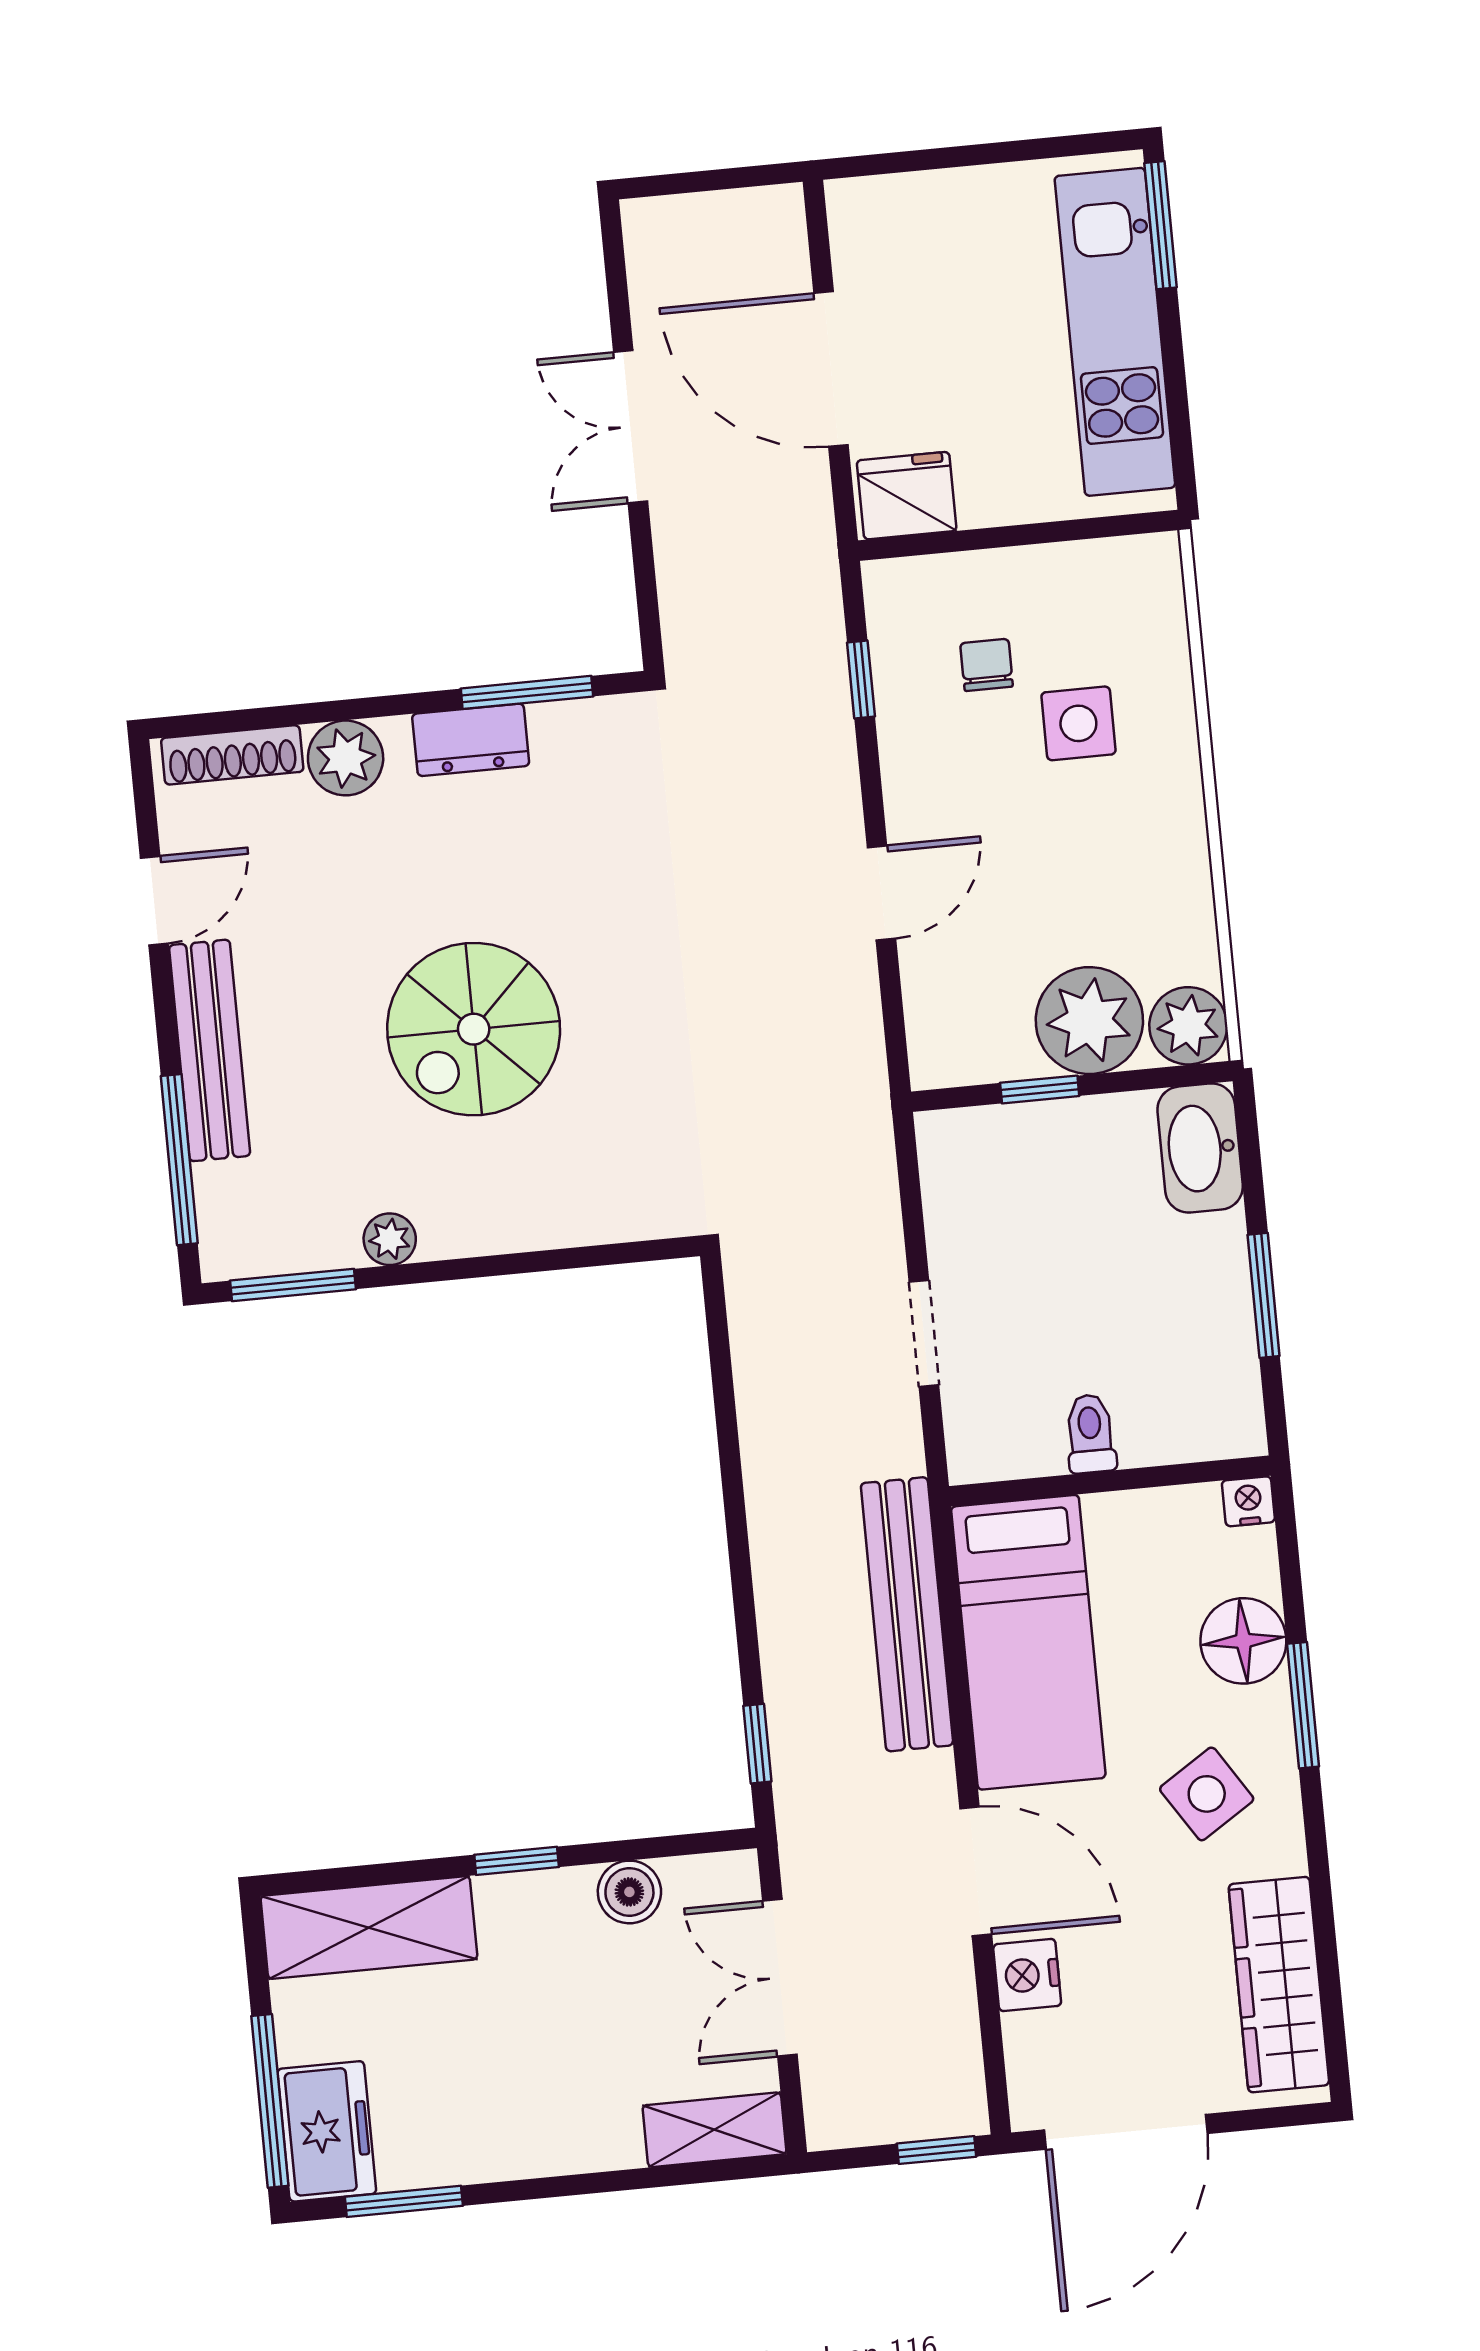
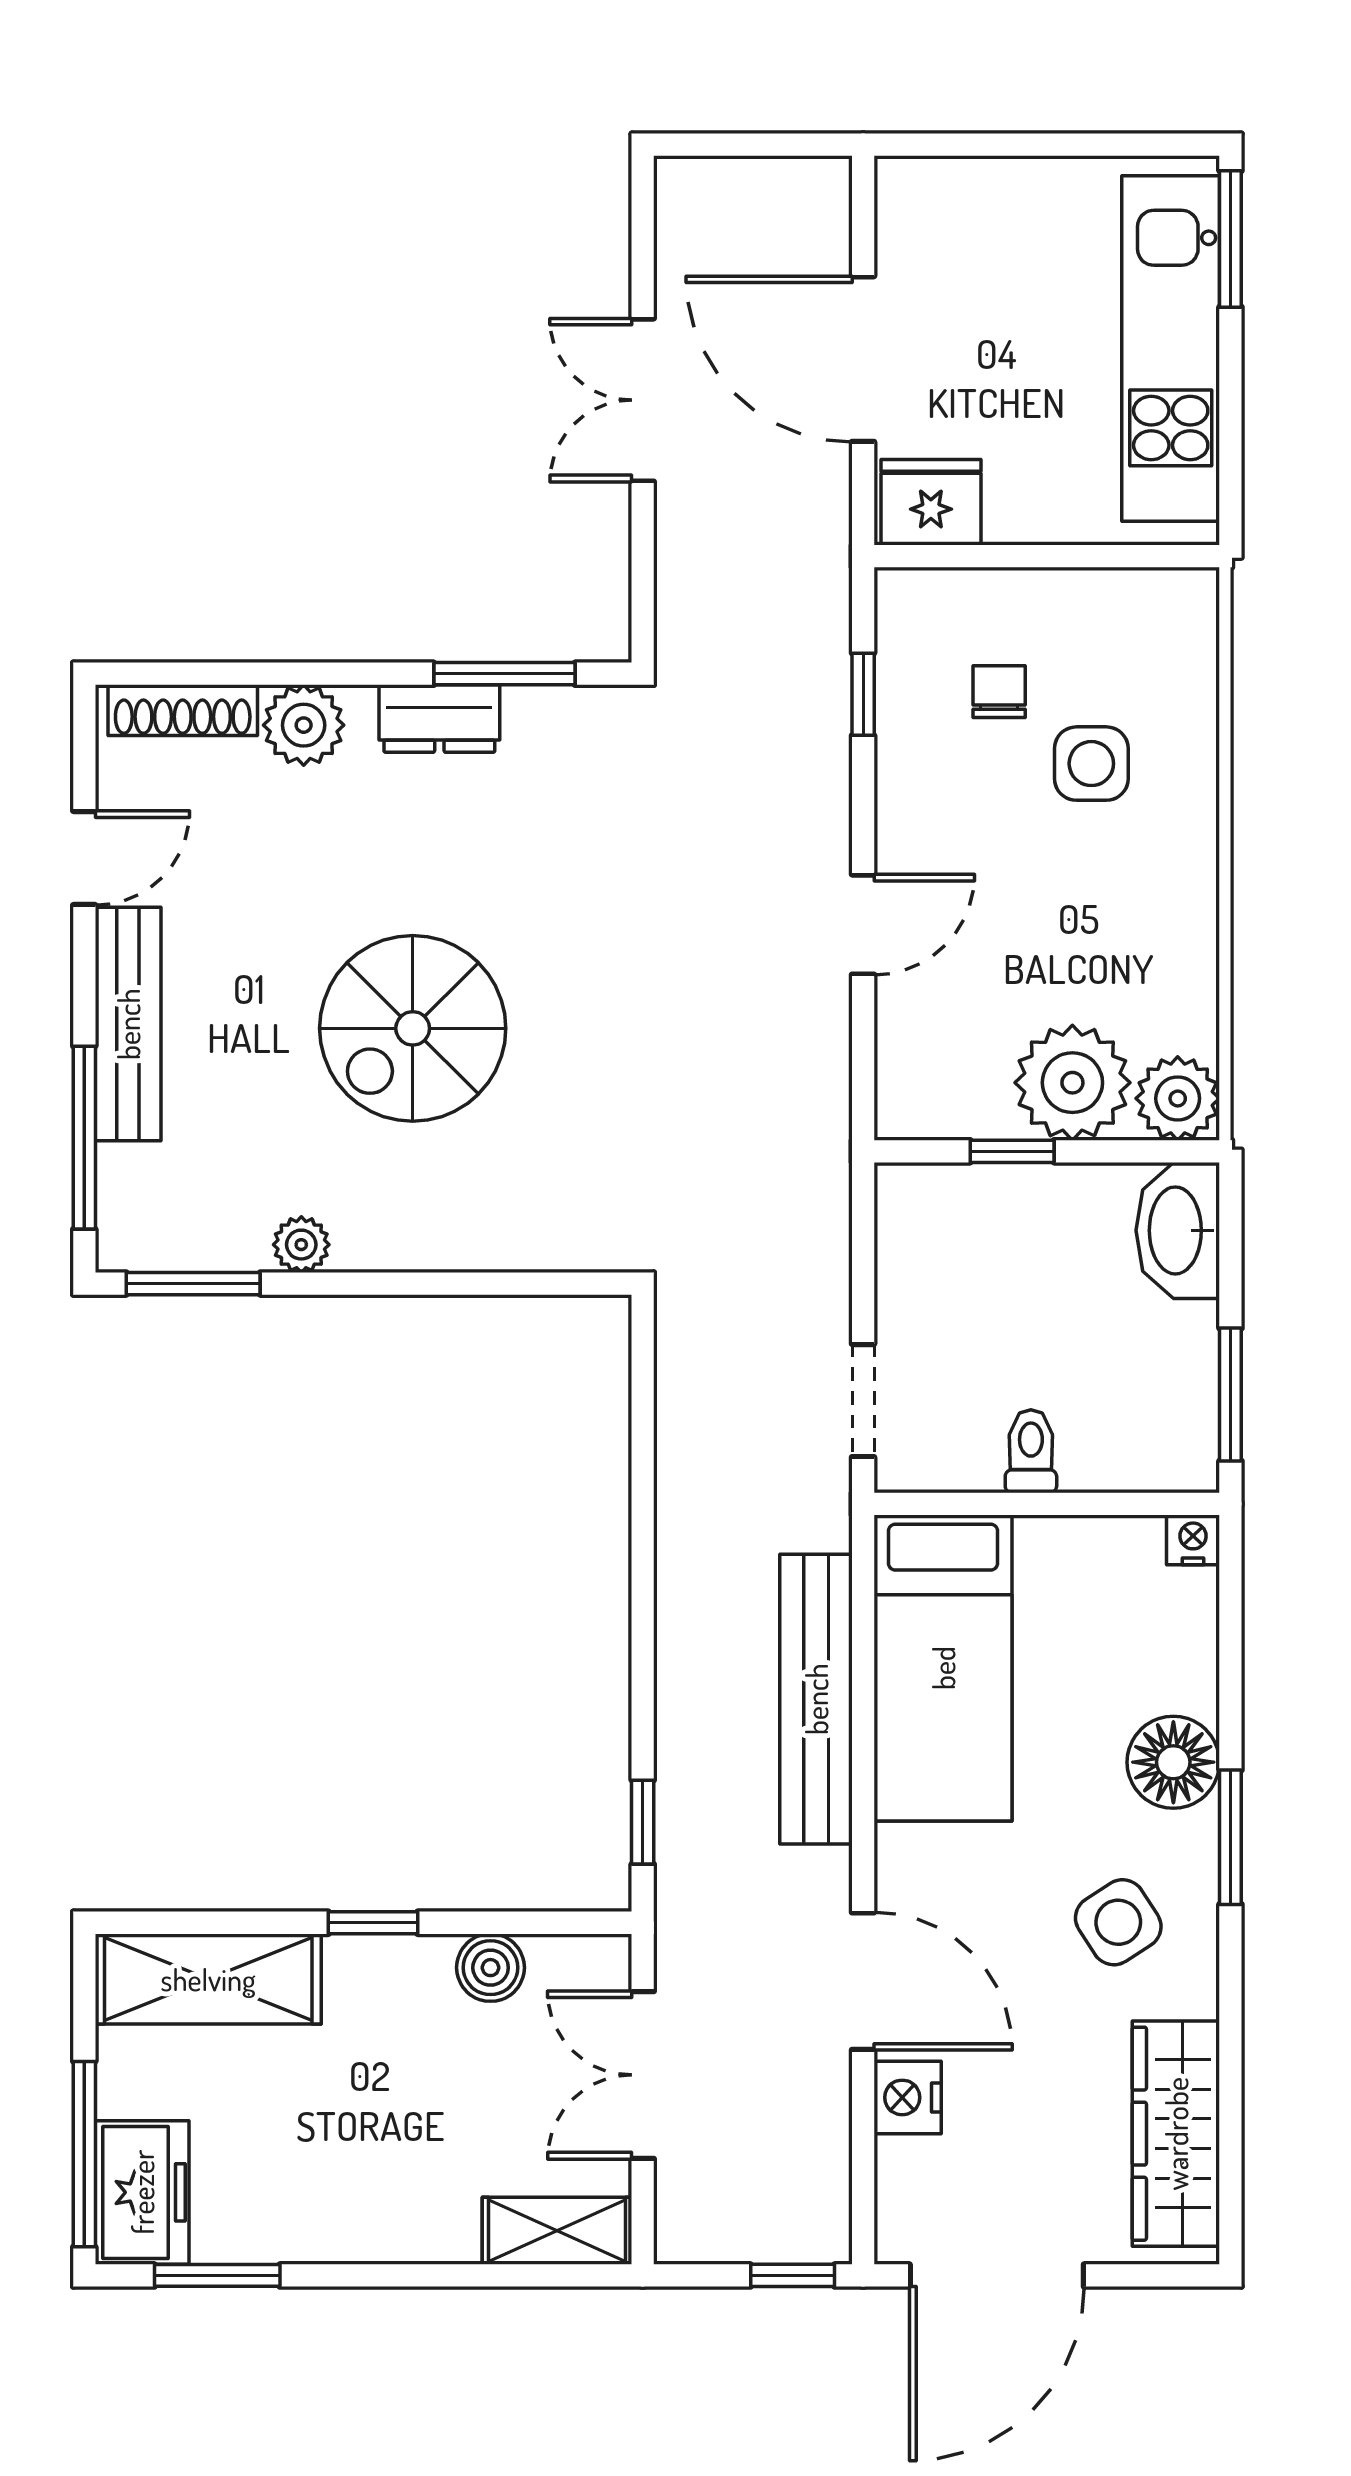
toilet: (1090, 1434) -> (1031, 1451), moved
wall: (1110, 1481) -> (1047, 1504), moved
nightstand: (1248, 1501) -> (1193, 1540), moved
bed: (1028, 1642) -> (943, 1668), moved

